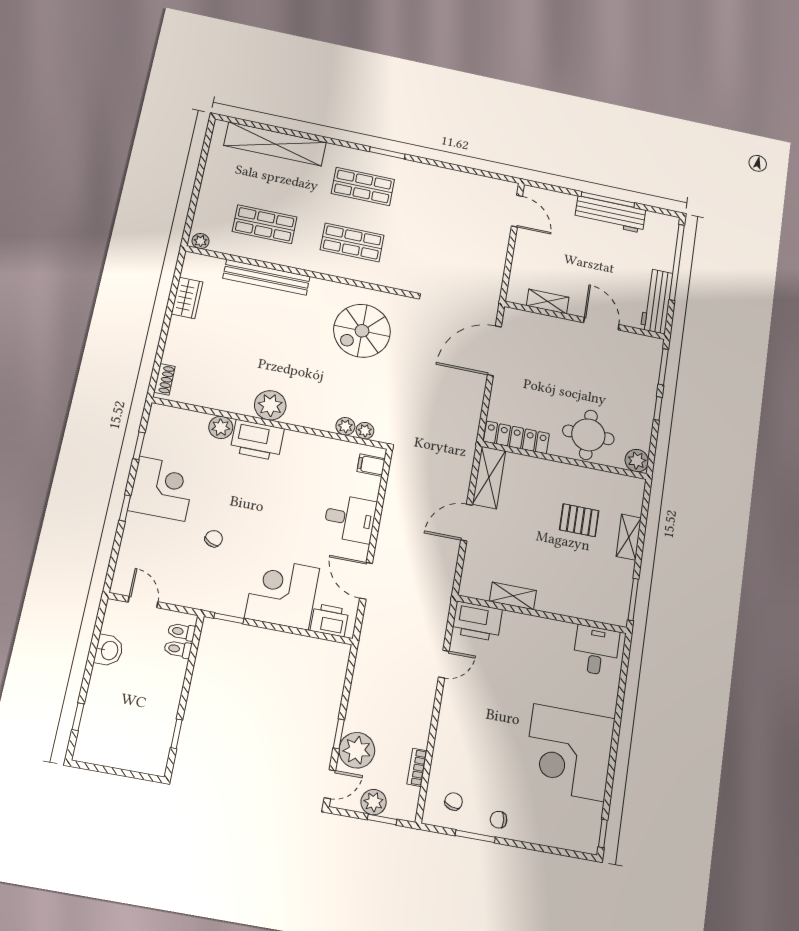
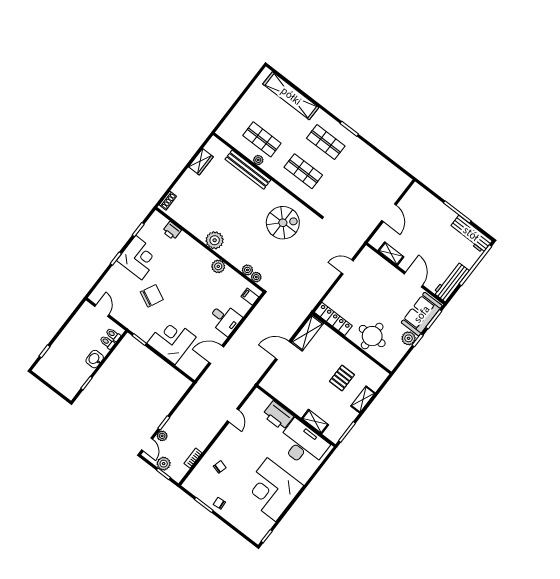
door: (517, 211) -> (389, 213), moved
workbench: (610, 215) -> (471, 234), moved
plant: (201, 241) -> (258, 160), moved
spiral stairs: (362, 331) -> (283, 223), turned 180
door: (494, 351) -> (347, 267), width x0.53
sofa: (642, 368) -> (422, 314), added
plant: (221, 427) -> (218, 266), moved
printer: (257, 440) -> (172, 231), moved, width x0.53, depth x0.68
plant: (637, 461) -> (409, 338), moved
pallet: (579, 520) -> (342, 378), turned 90
chair: (214, 539) -> (152, 296), width x1.87, depth x1.87
door: (366, 581) -> (216, 355), hinge flipped
shelving: (513, 596) -> (315, 421), moved
printer: (329, 620) -> (188, 365), removed
printer: (477, 621) -> (278, 416), moved
washbasin: (109, 650) -> (95, 359), moved, turned 180
desk: (596, 651) -> (303, 444), width x1.87, depth x1.30
door: (444, 664) -> (233, 415), hinge flipped
plant: (357, 750) -> (162, 436), width x0.53, depth x0.53
door: (330, 784) -> (147, 444), hinge flipped
chair: (454, 801) -> (220, 467), moved

